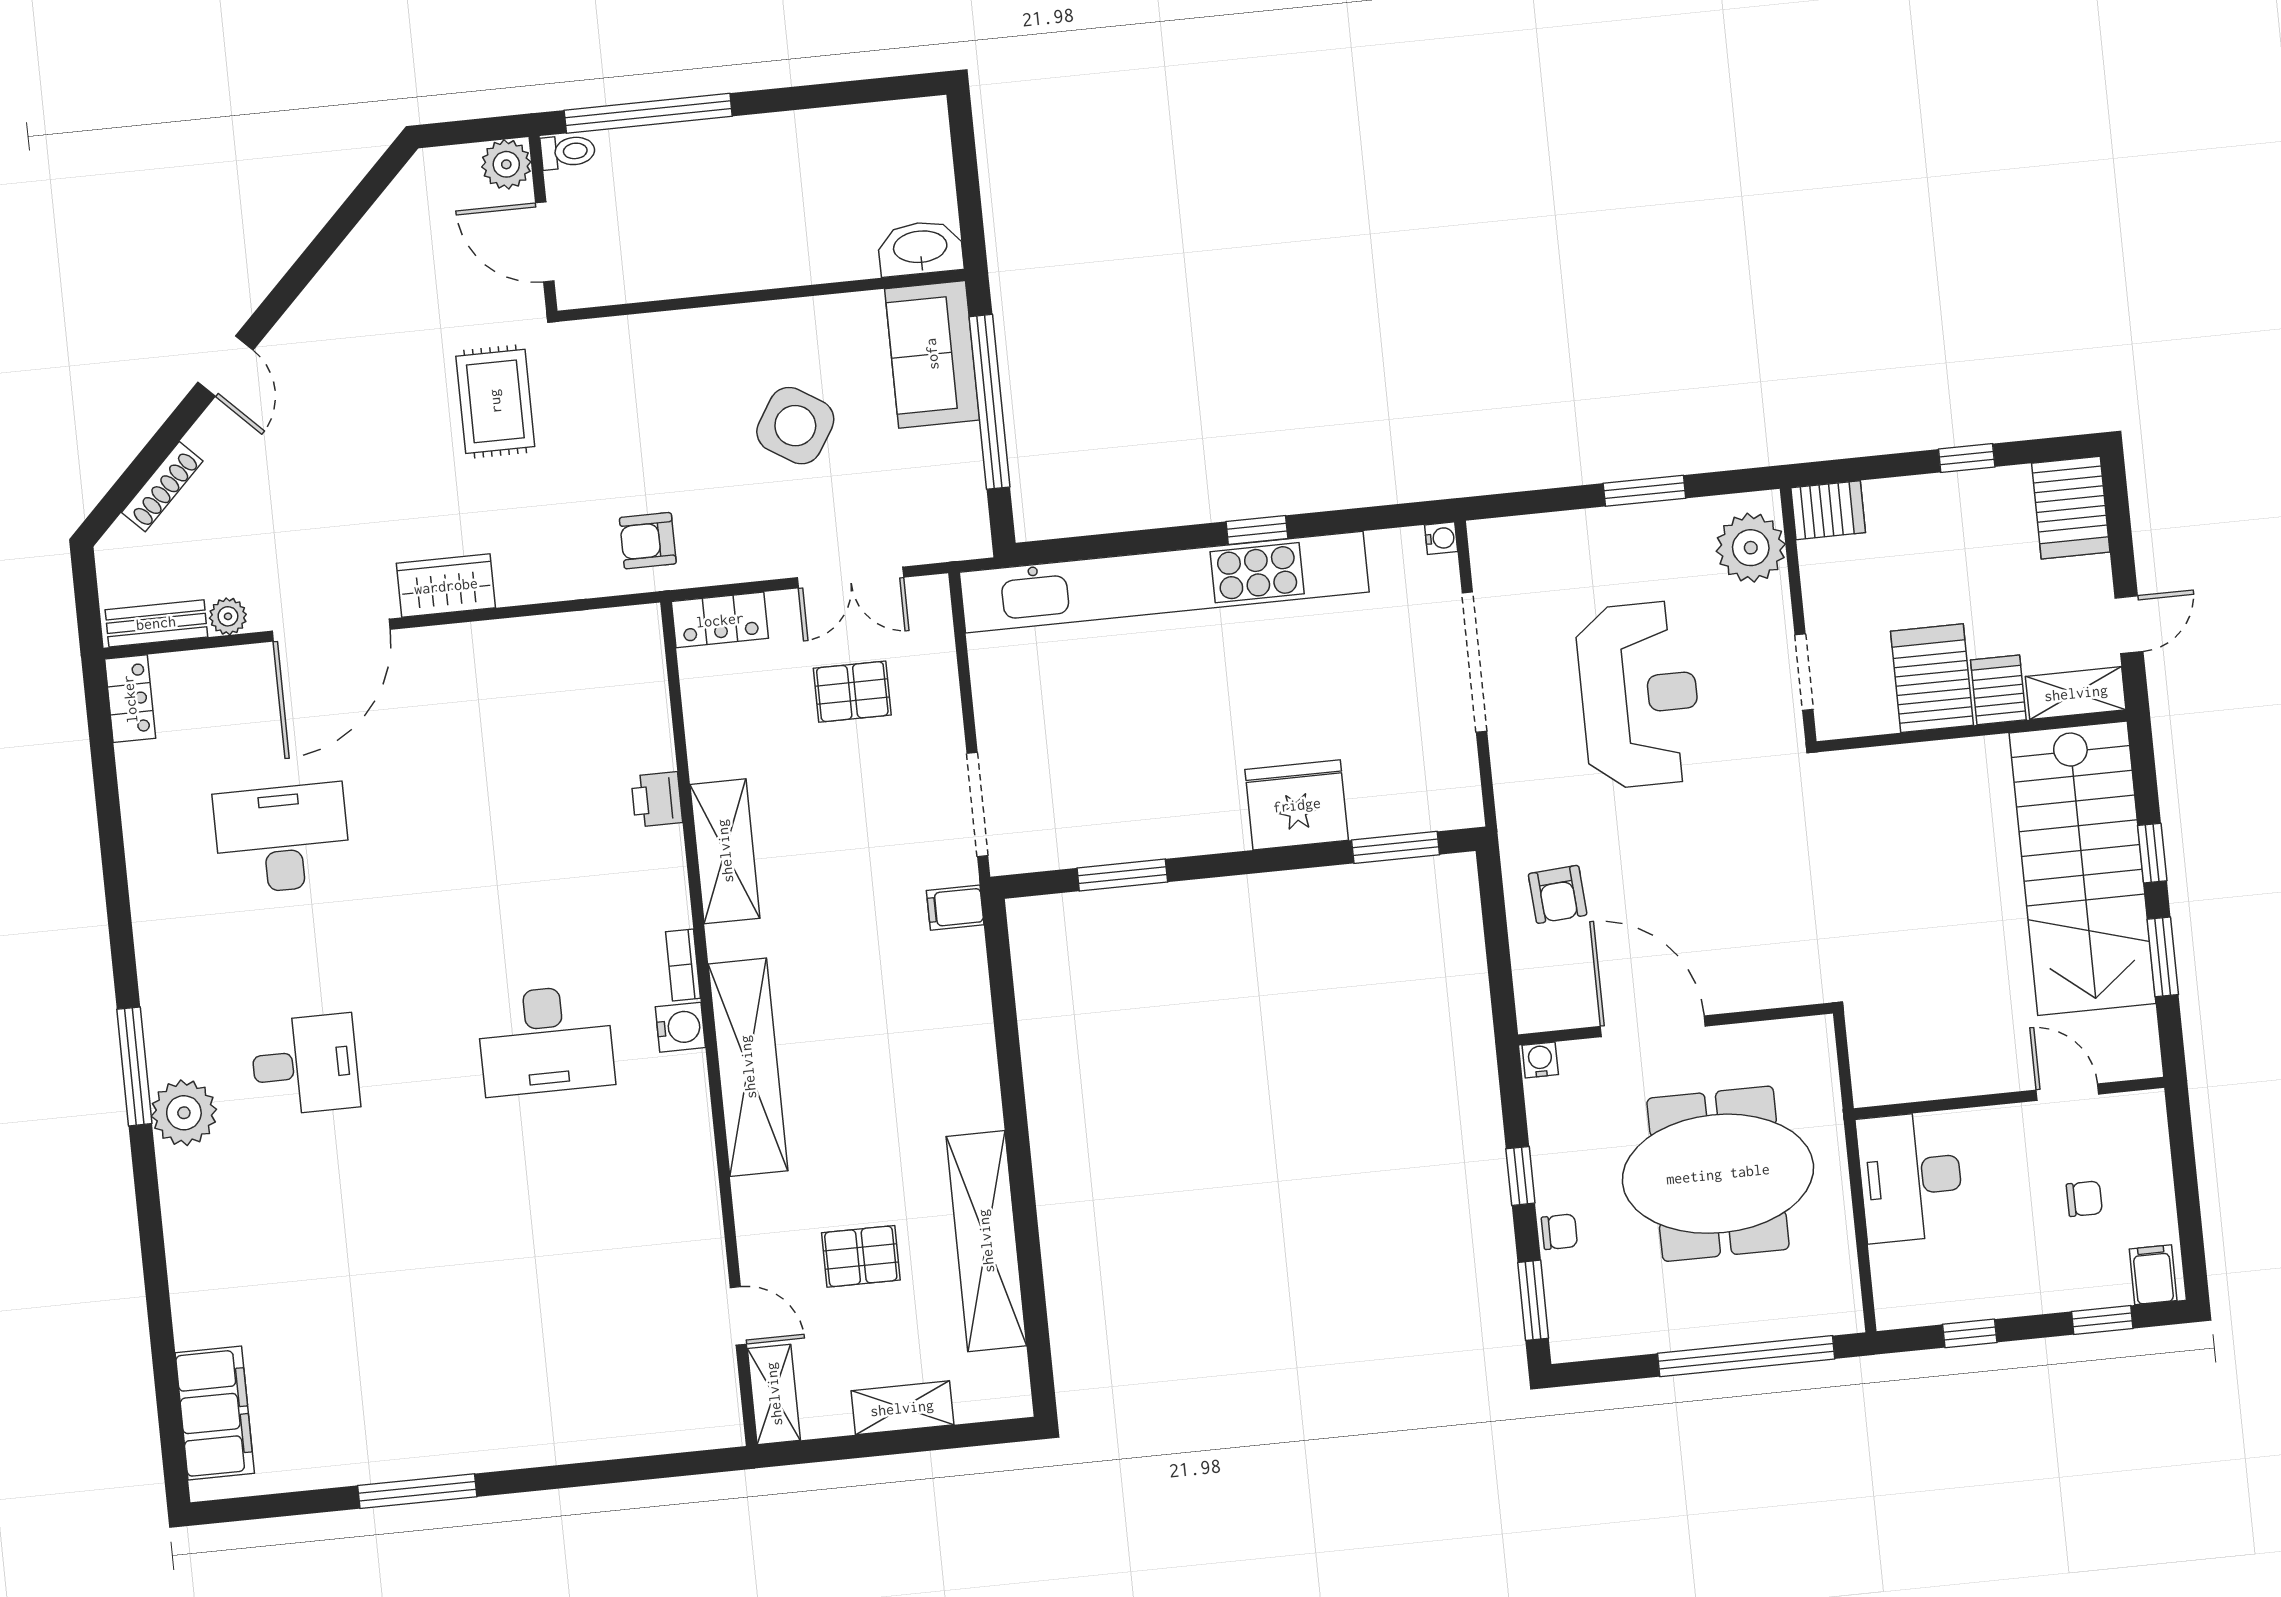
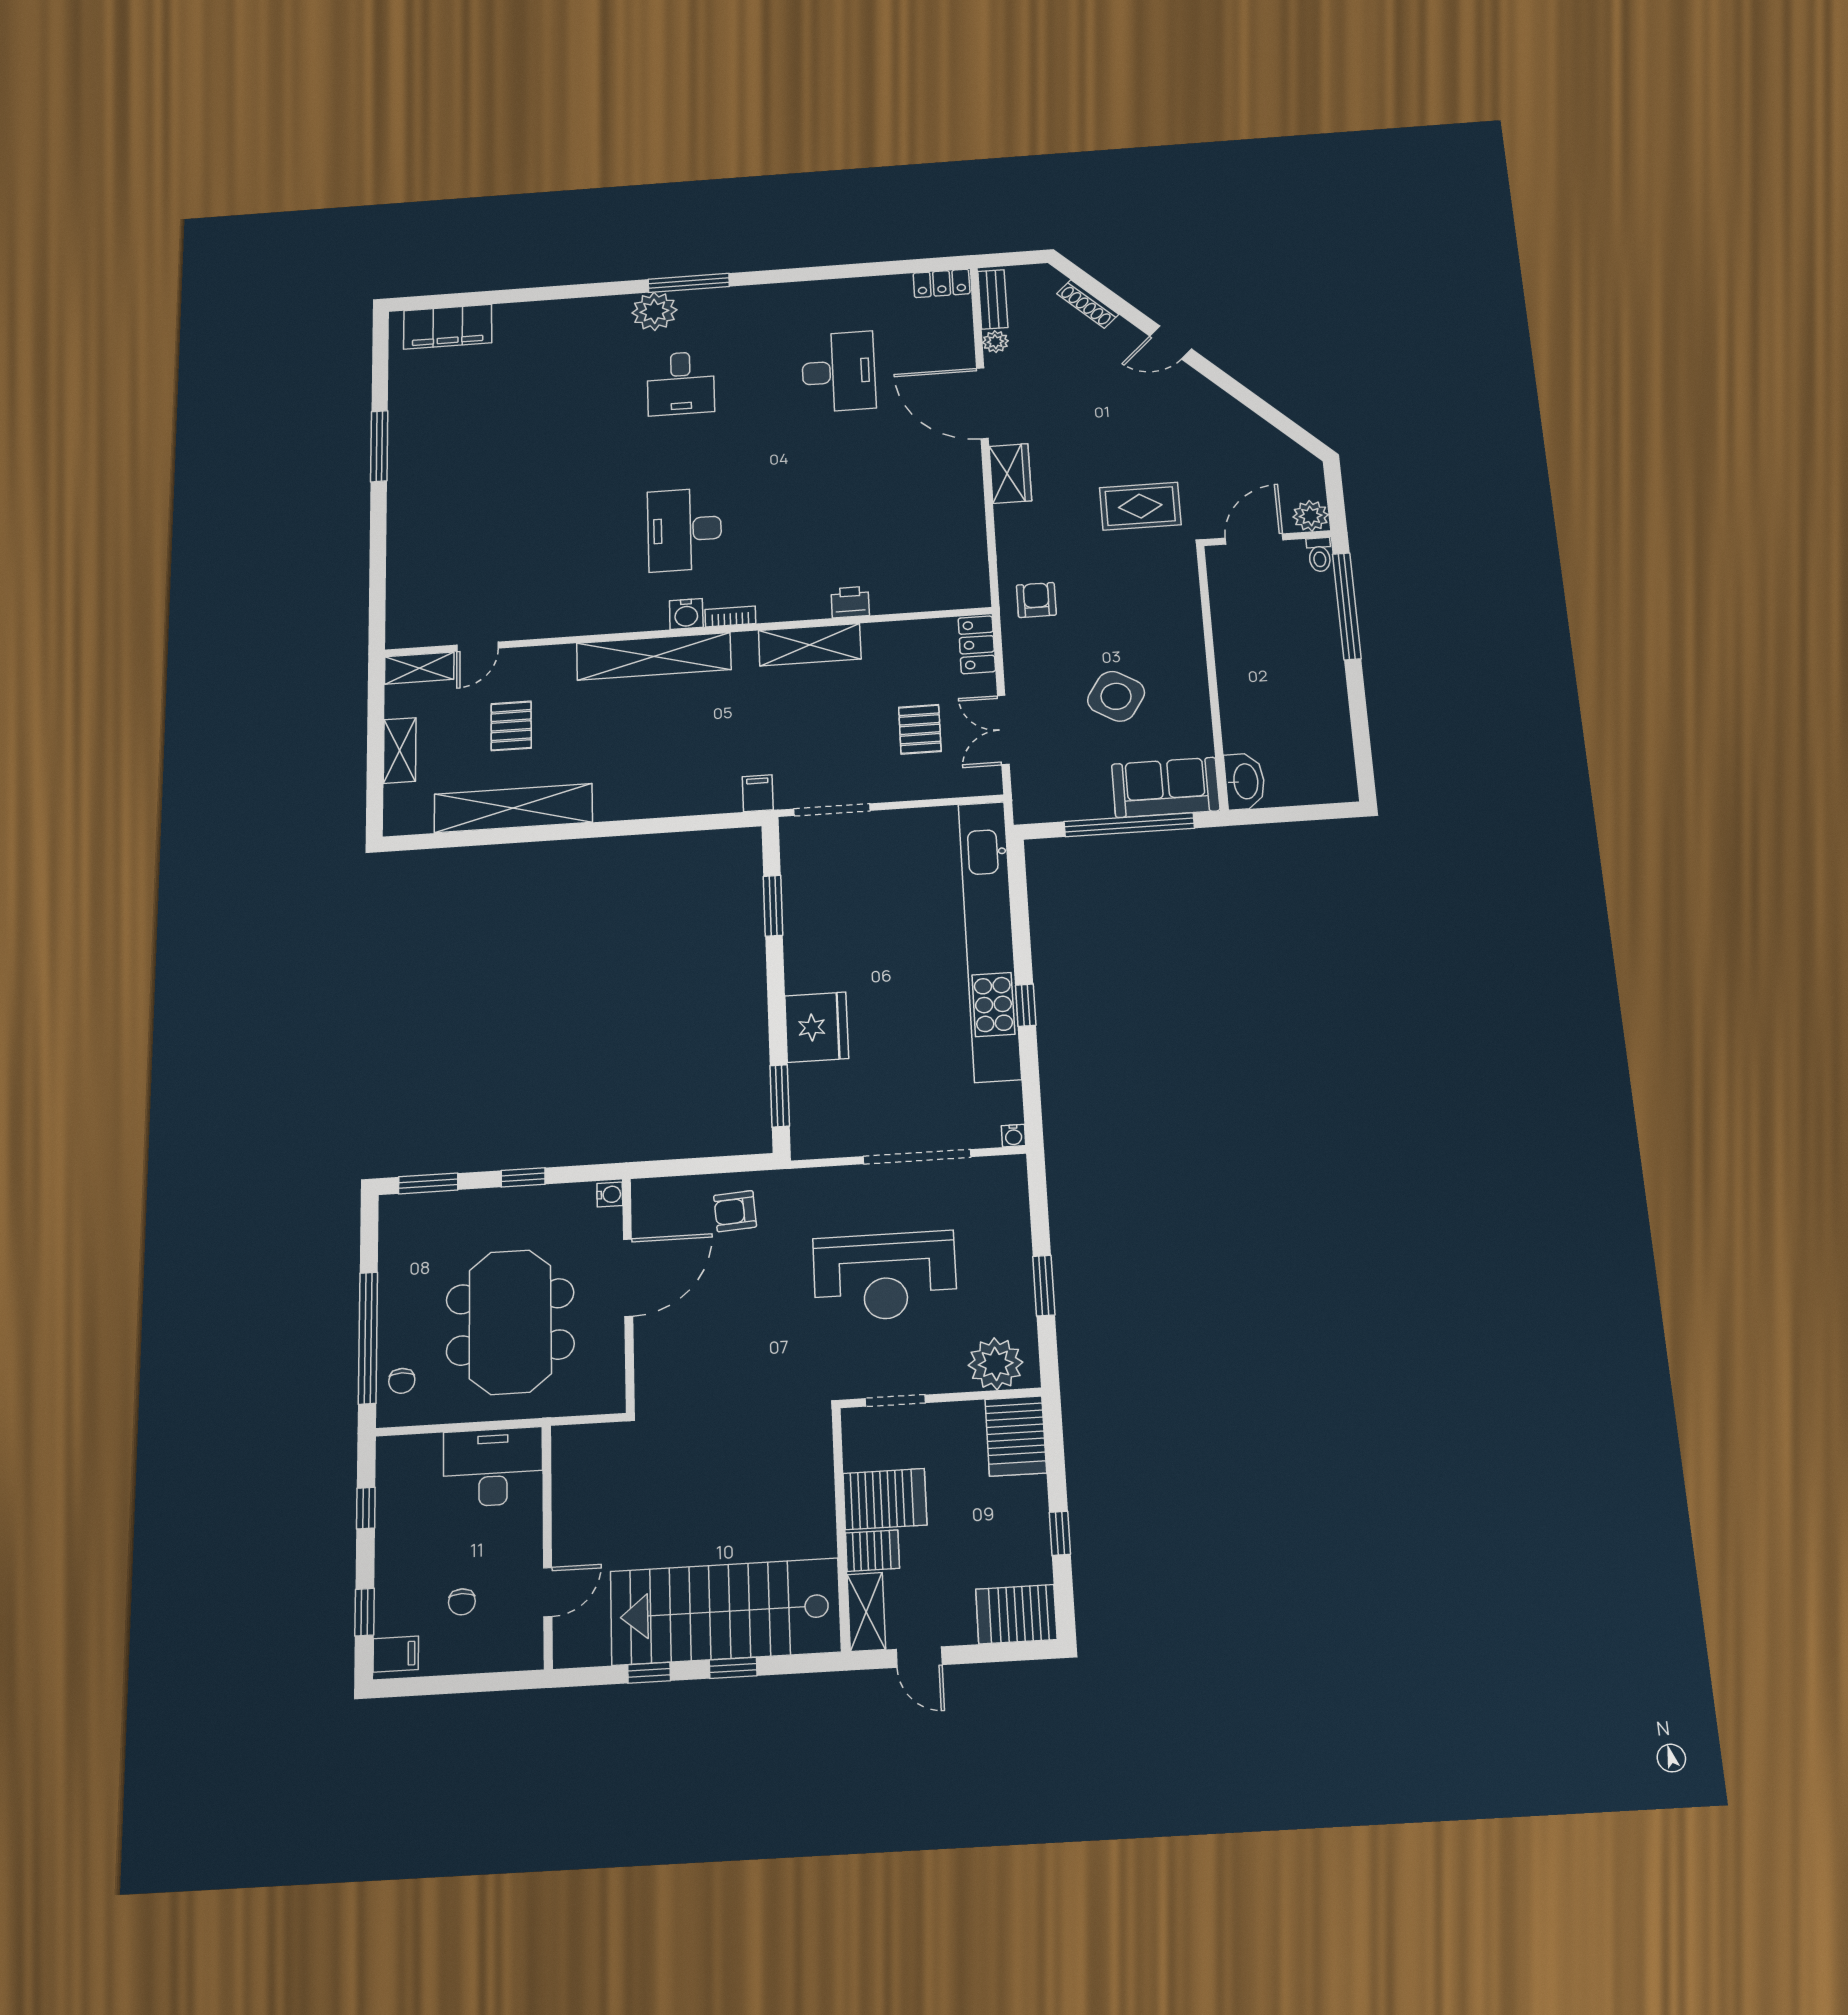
server rack: (1828, 510) -> (1016, 1436), width x1.36, depth x1.44
window: (2163, 957) -> (649, 1673), width x0.67
chair: (1559, 1232) -> (402, 1381), moved

